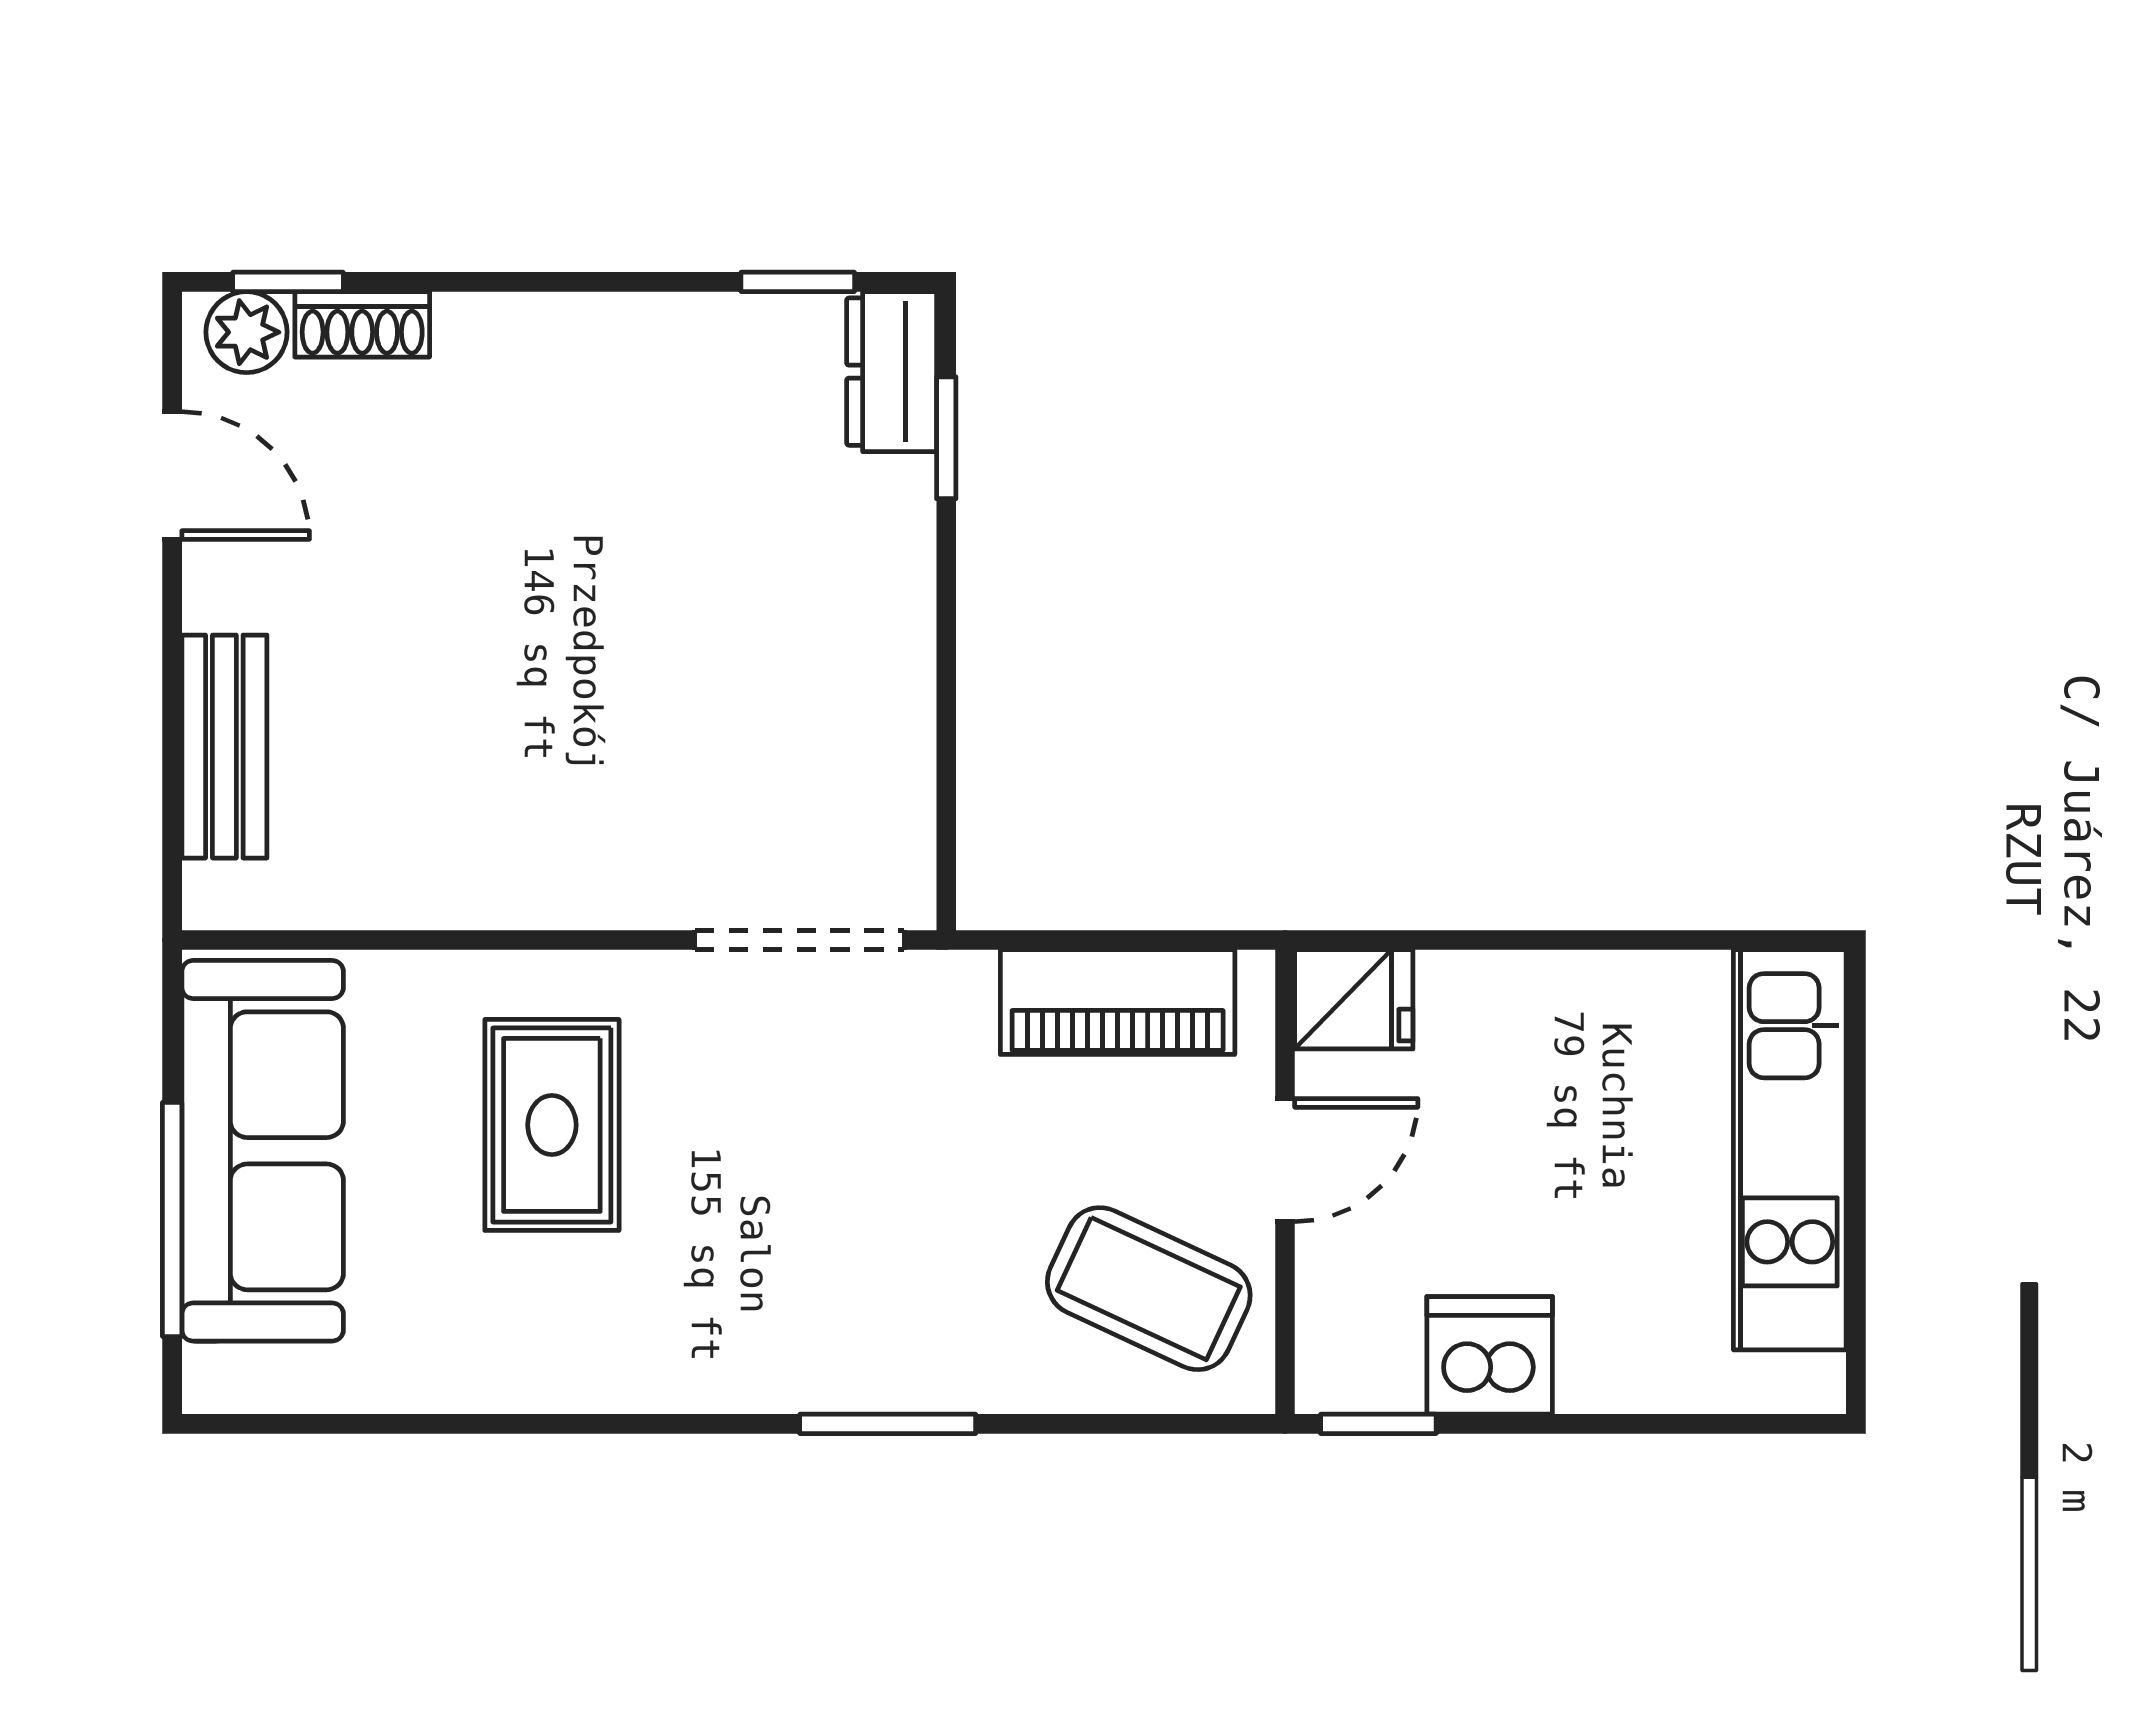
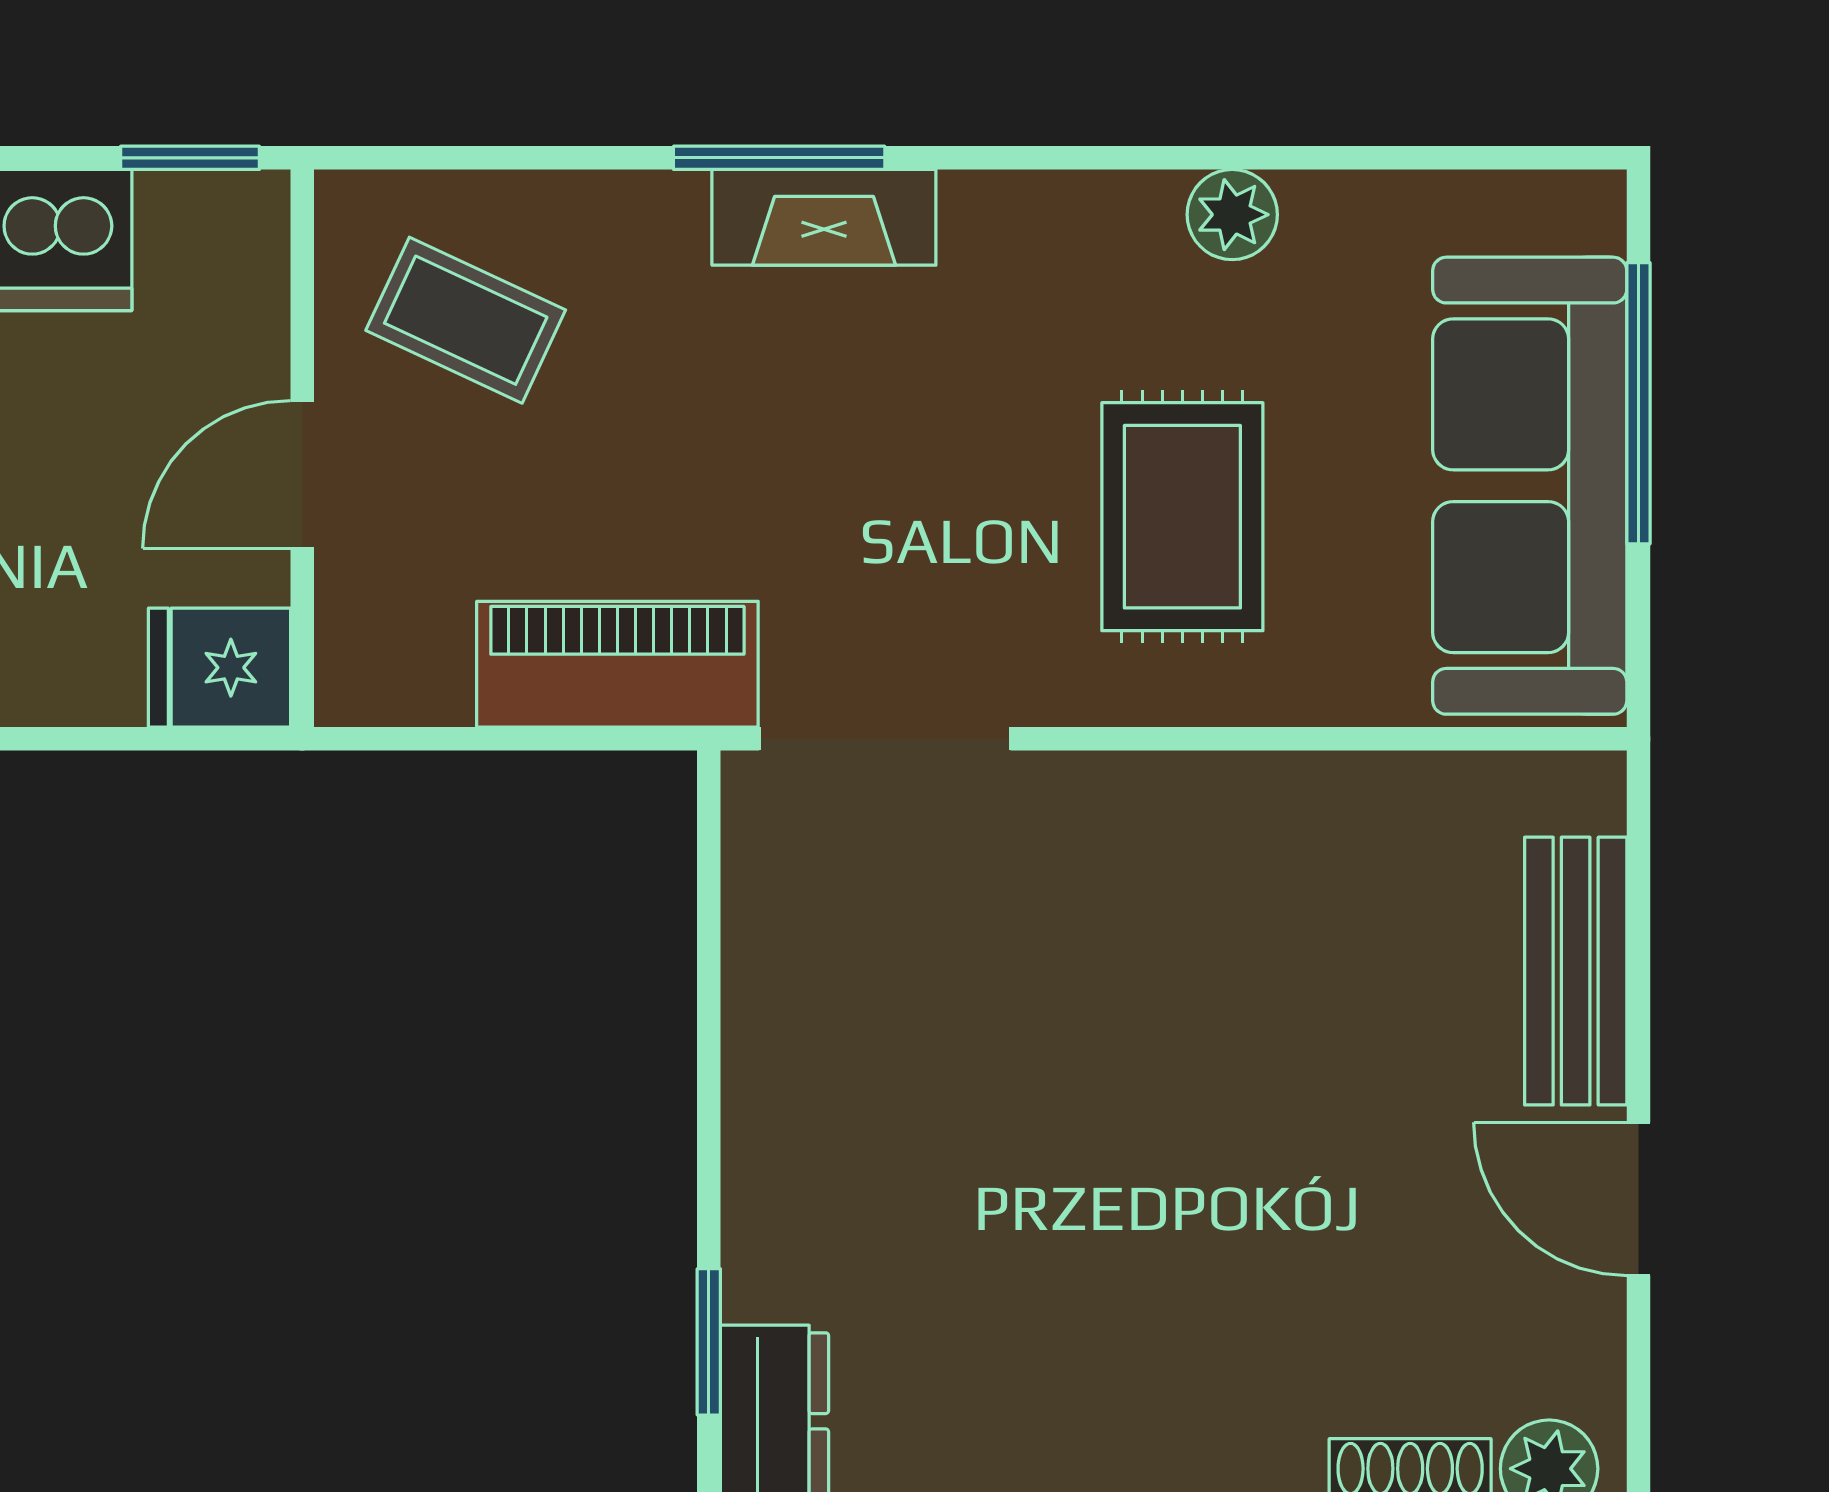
door: (172, 476) -> (1638, 1199), moved
piano: (1118, 1002) -> (617, 664), moved
coffee table: (1149, 1289) -> (466, 320), width x0.73, depth x0.77
fireplace: (850, 1374) -> (824, 217), added
plant: (510, 1377) -> (1232, 215), added

